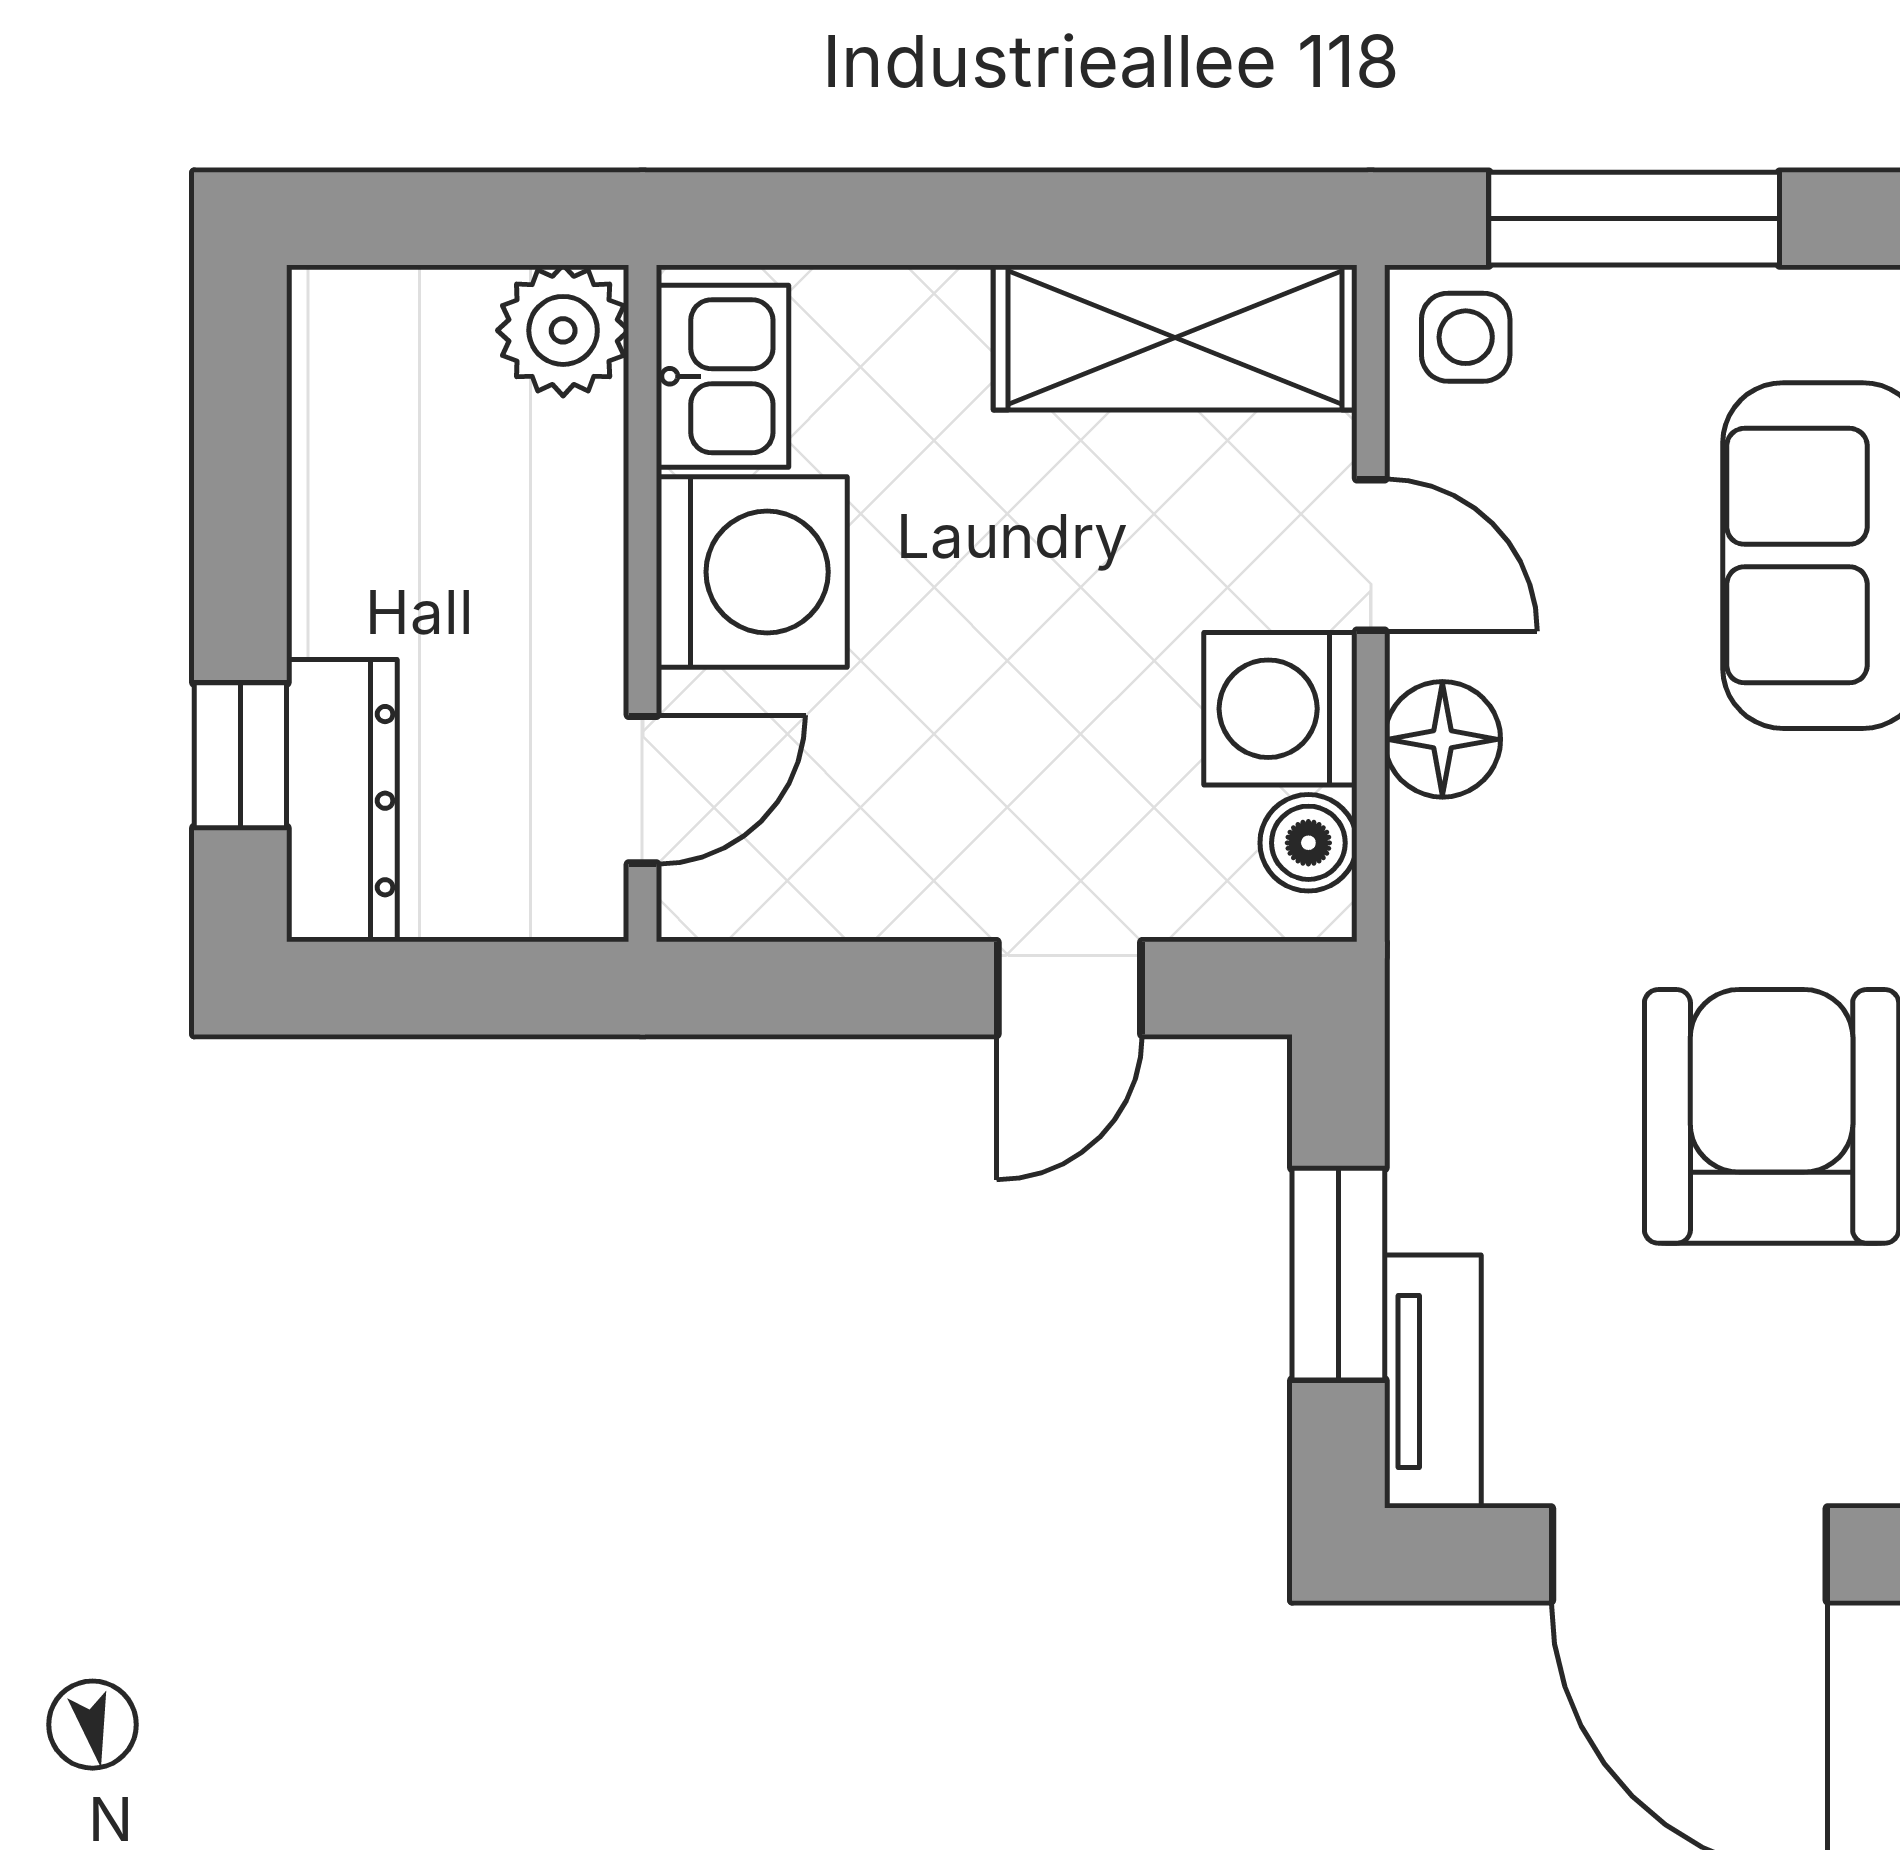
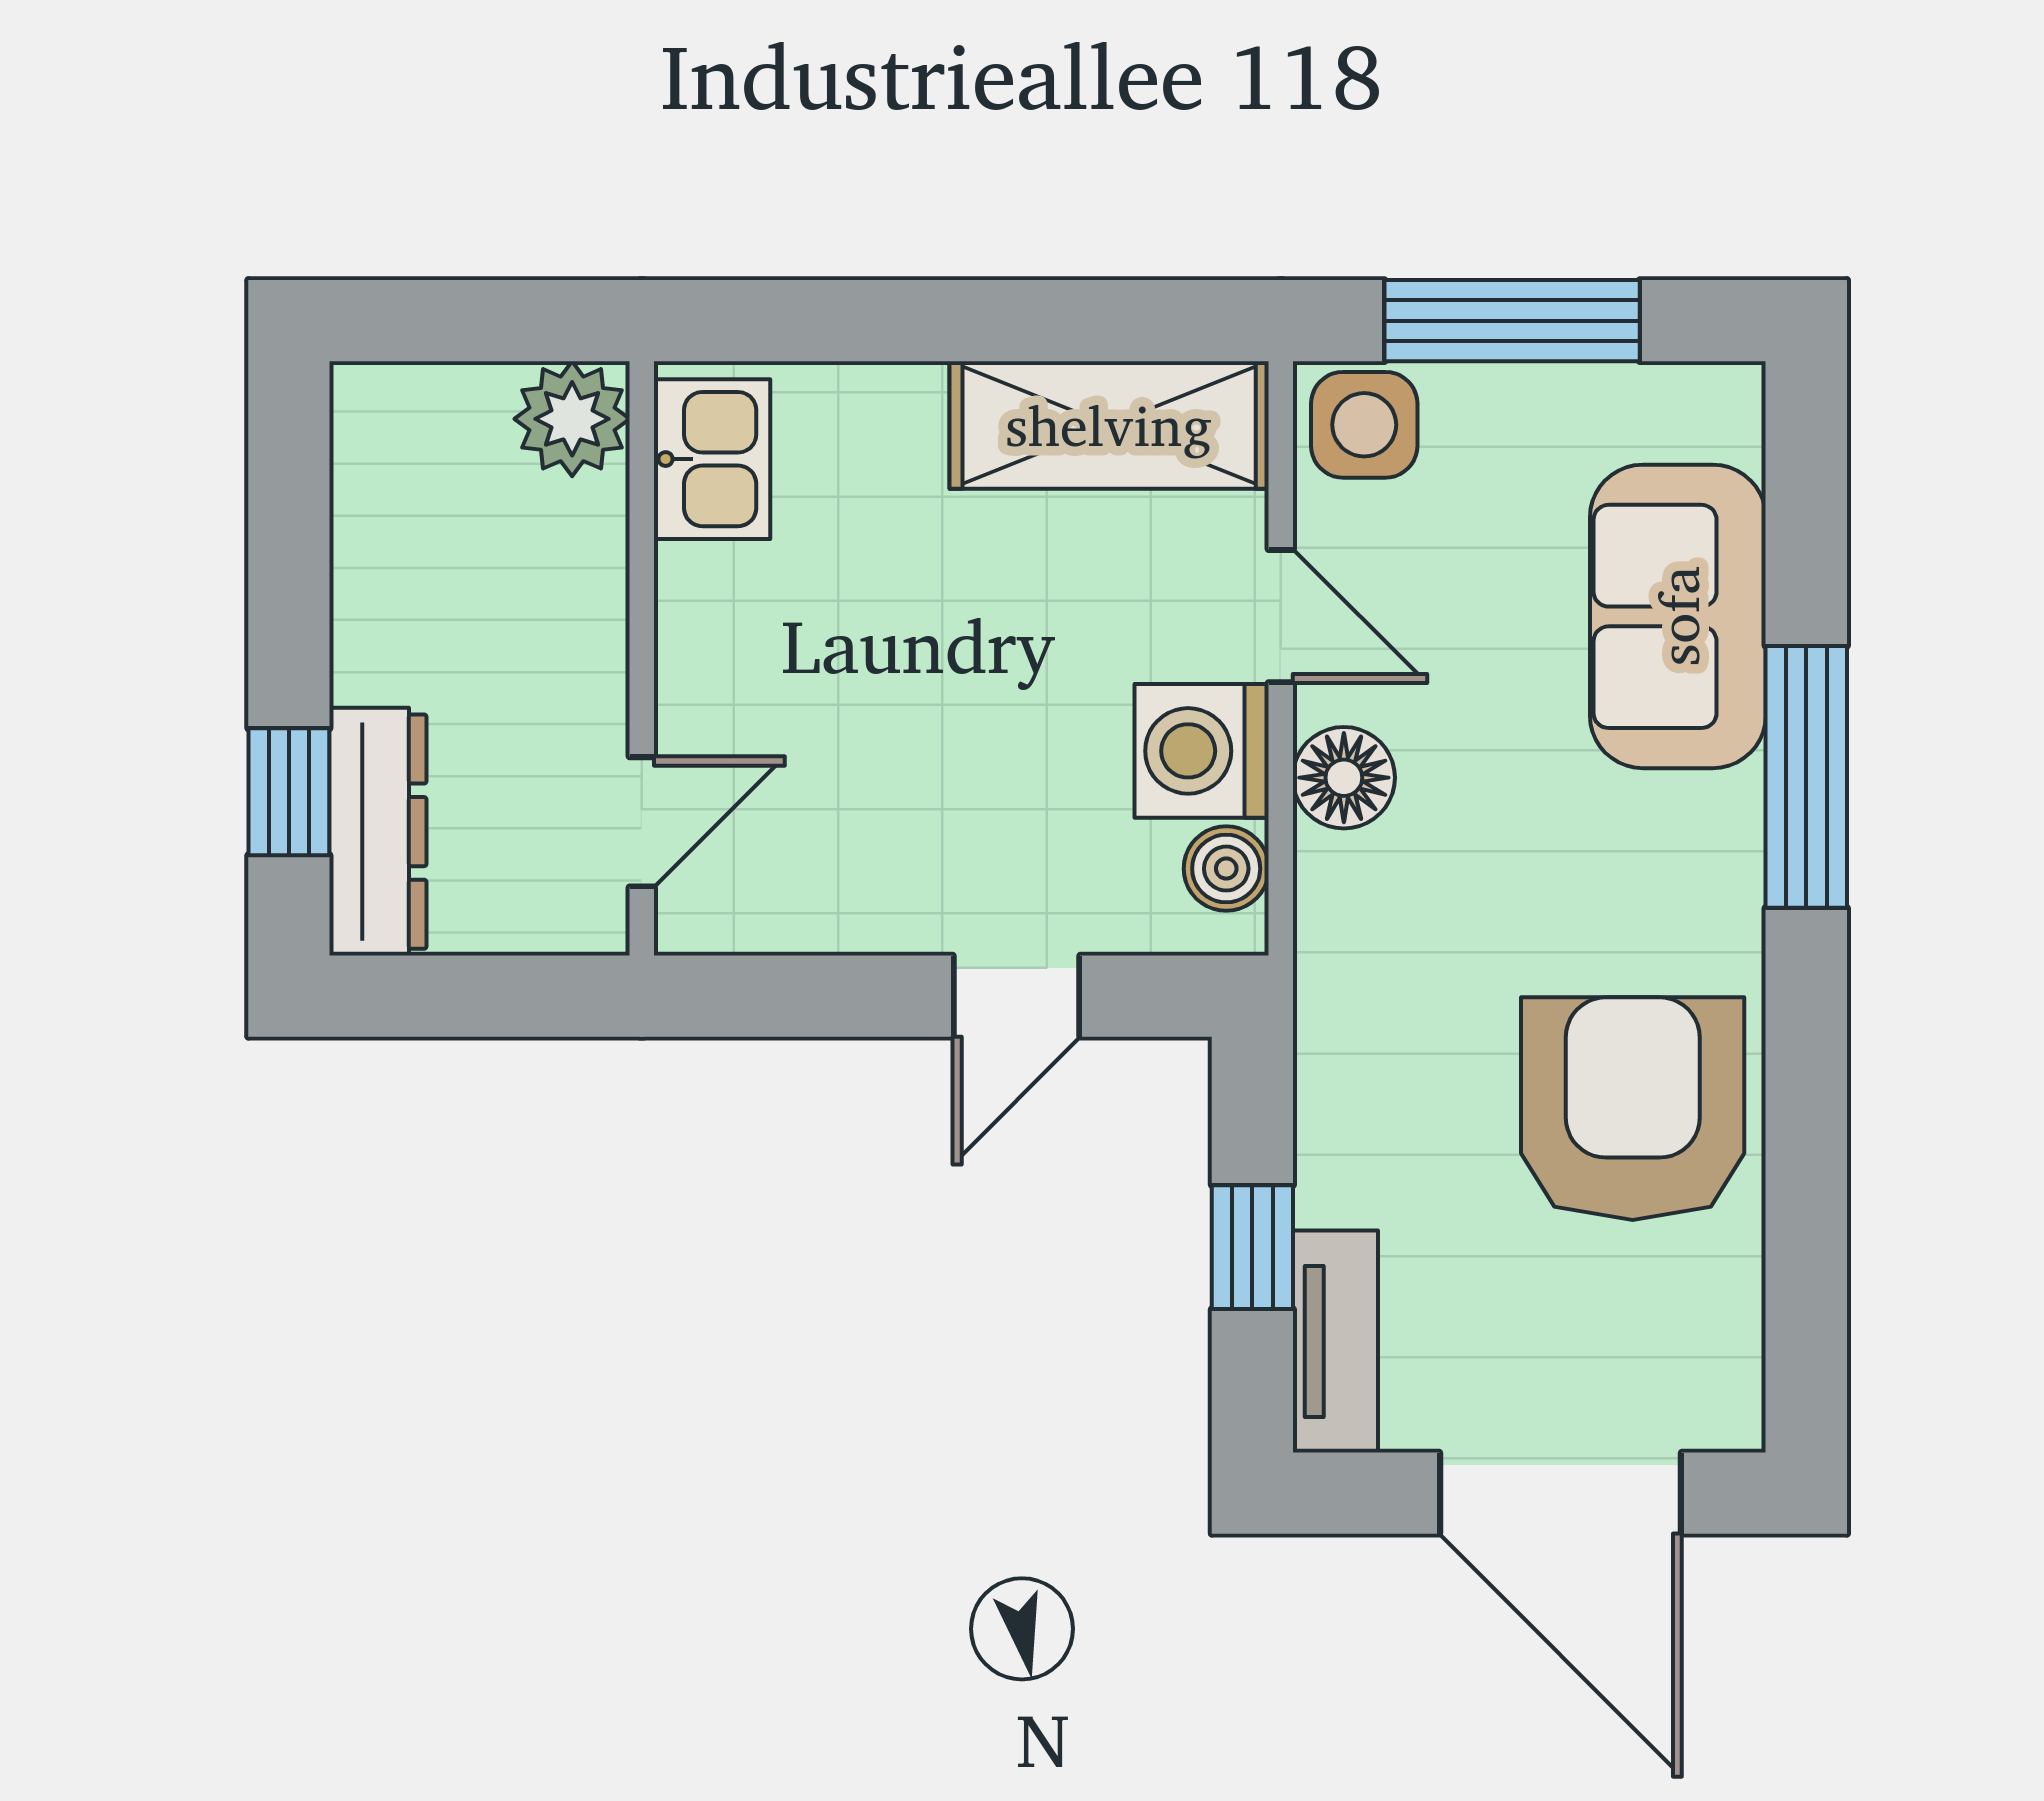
side table: (1466, 337) -> (1364, 425), width x1.37, depth x1.37
washing machine: (752, 572) -> (738, 631), removed
window: (1338, 1274) -> (1252, 1247), width x0.67

